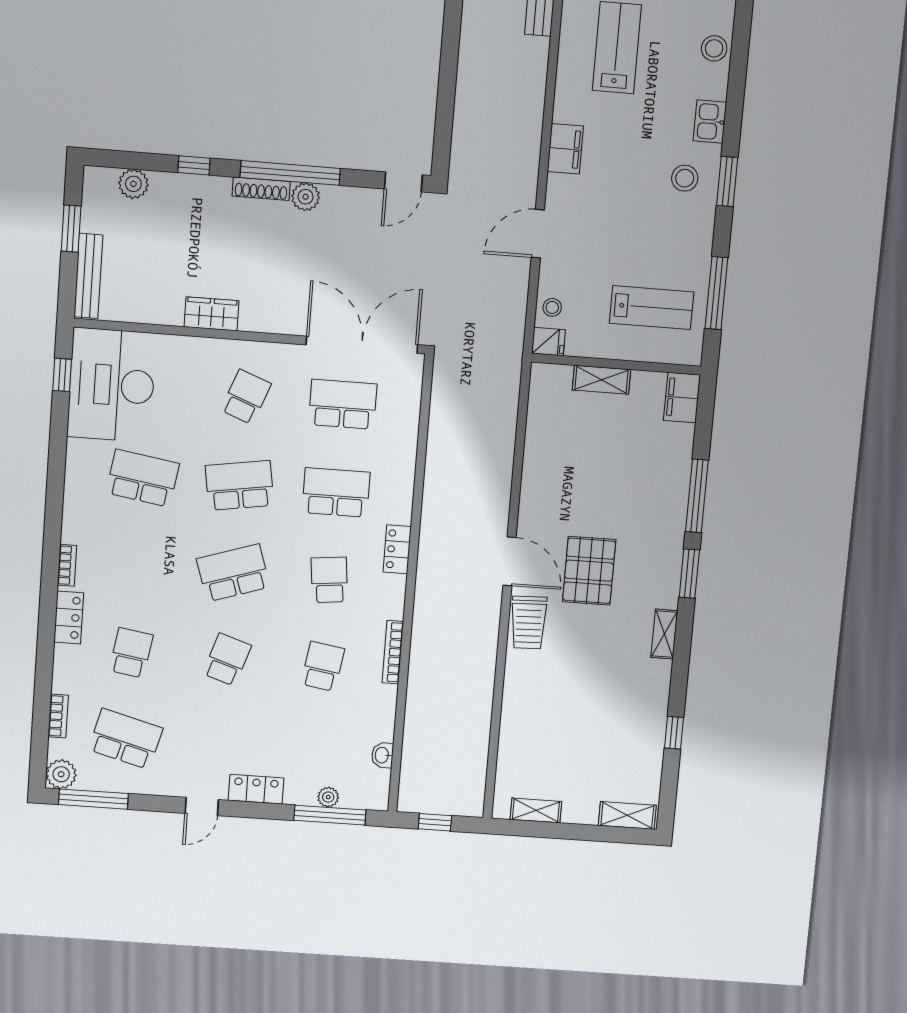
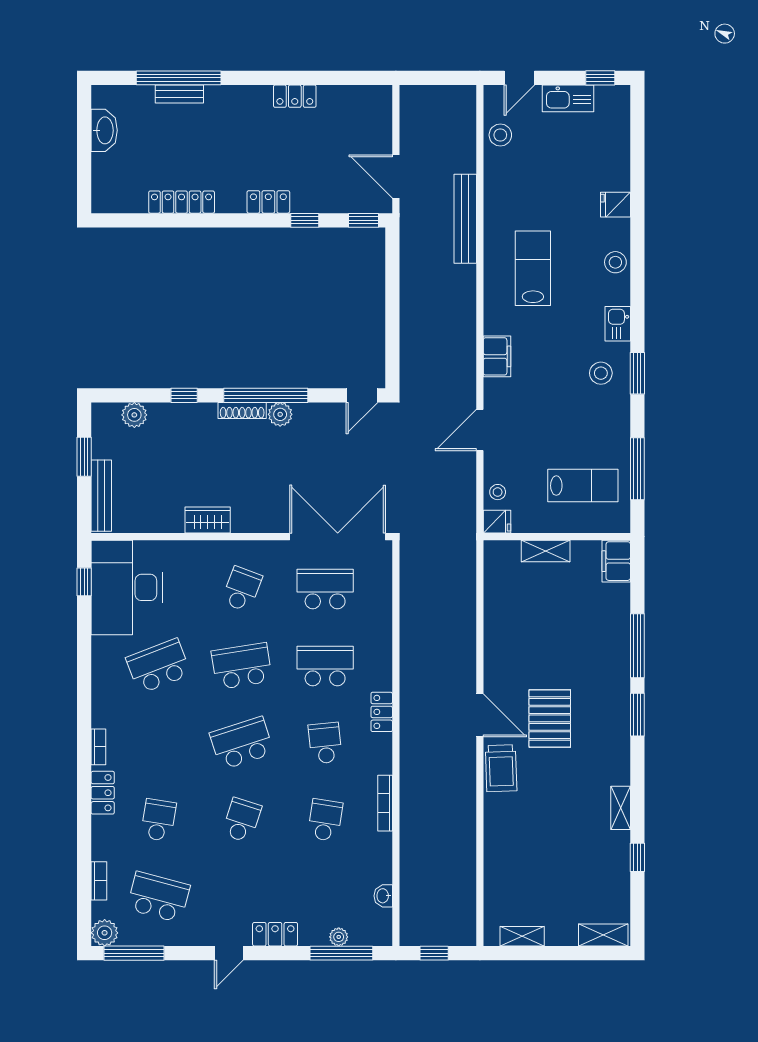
school desk: (143, 478) -> (158, 666), turned -30
shelving: (664, 634) -> (621, 808), moved

